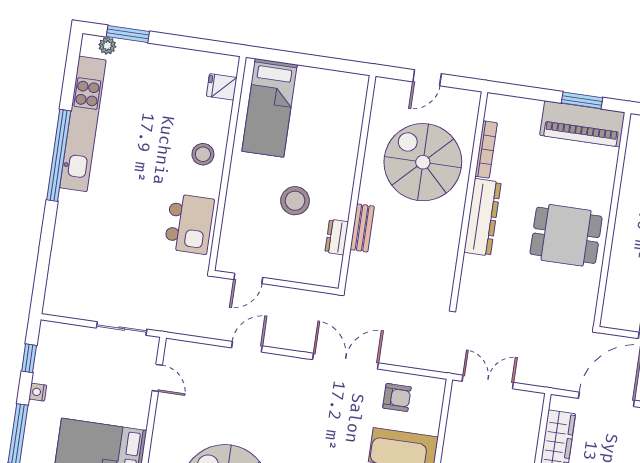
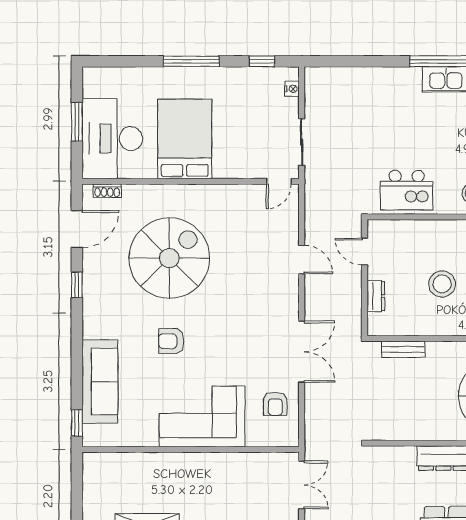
bench: (362, 228) -> (403, 349), moved
dresser: (337, 237) -> (376, 296), moved, turned 90
door: (157, 378) -> (279, 181), moved
nightstand: (38, 392) -> (292, 89), moved, turned 90

